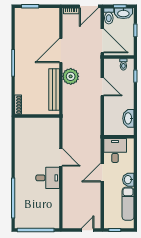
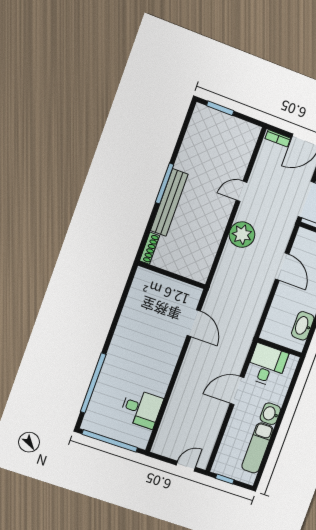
door: (61, 50) -> (241, 191), width x0.53
bench: (54, 90) -> (169, 202), moved
door: (61, 157) -> (194, 323), moved
desk: (48, 178) -> (141, 408), moved

